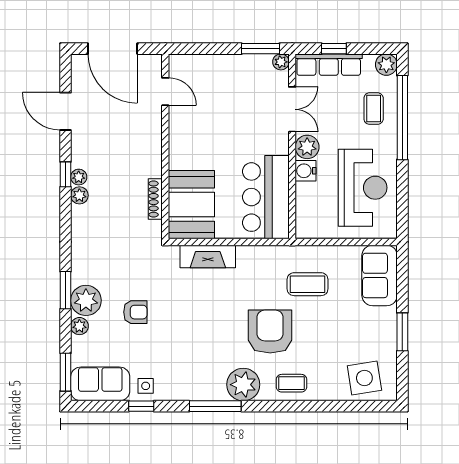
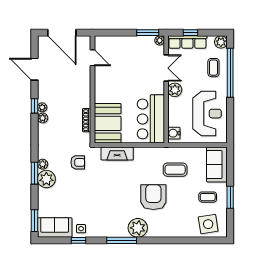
water cooler: (306, 171) -> (174, 133), moved
armchair: (135, 312) -> (78, 162), moved
plant: (79, 326) -> (43, 164), moved
coffee table: (292, 383) -> (208, 197), moved

